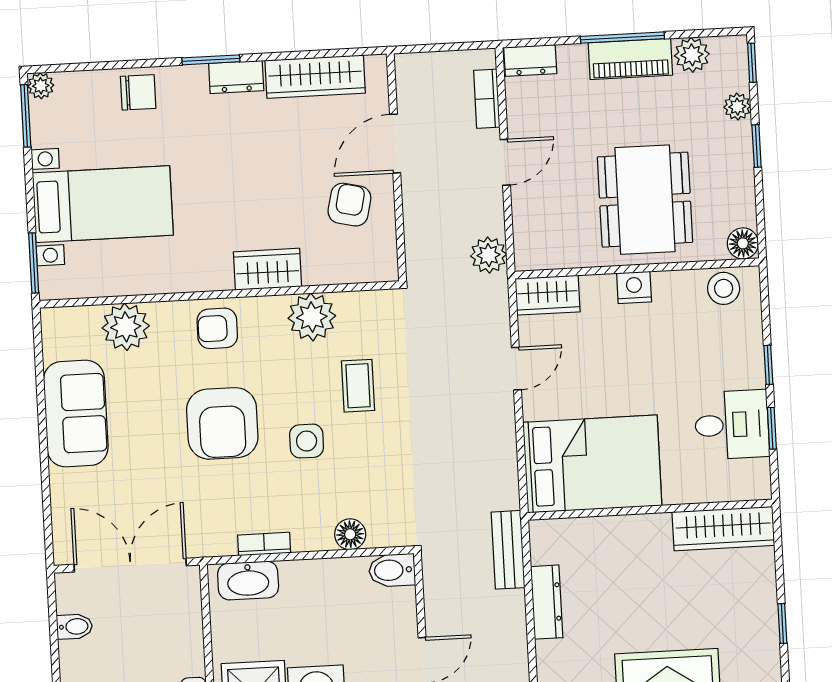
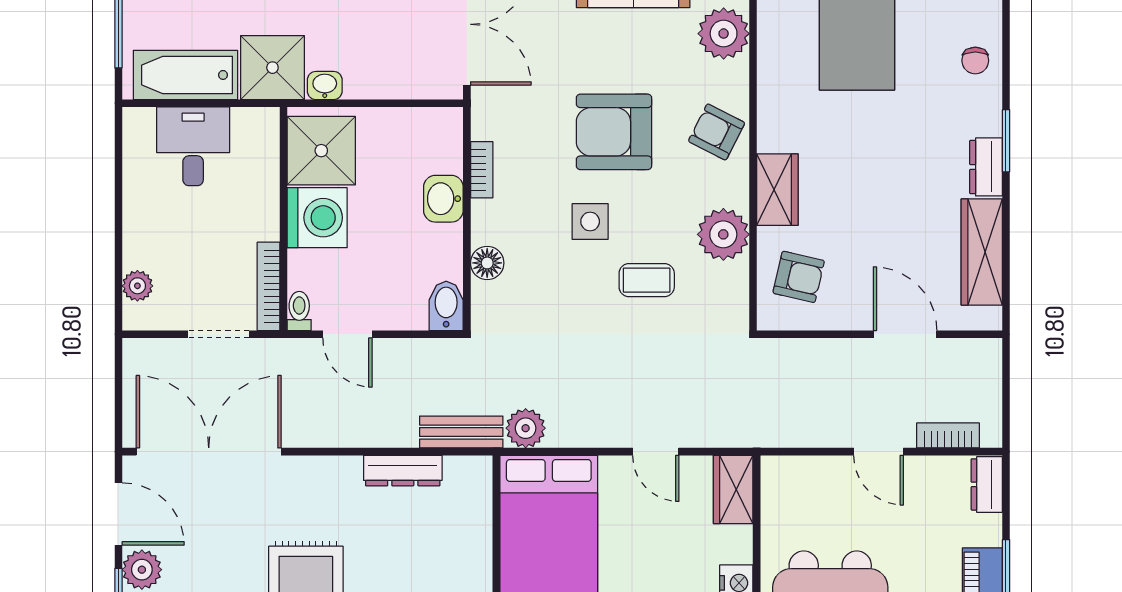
chair: (138, 92) -> (975, 61), width x0.73, depth x0.73
armchair: (349, 205) -> (799, 277), moved
plant: (489, 255) -> (526, 428), moved
armchair: (217, 328) -> (717, 132), turned -63
washbasin: (248, 581) -> (443, 199), moved, width x0.72

